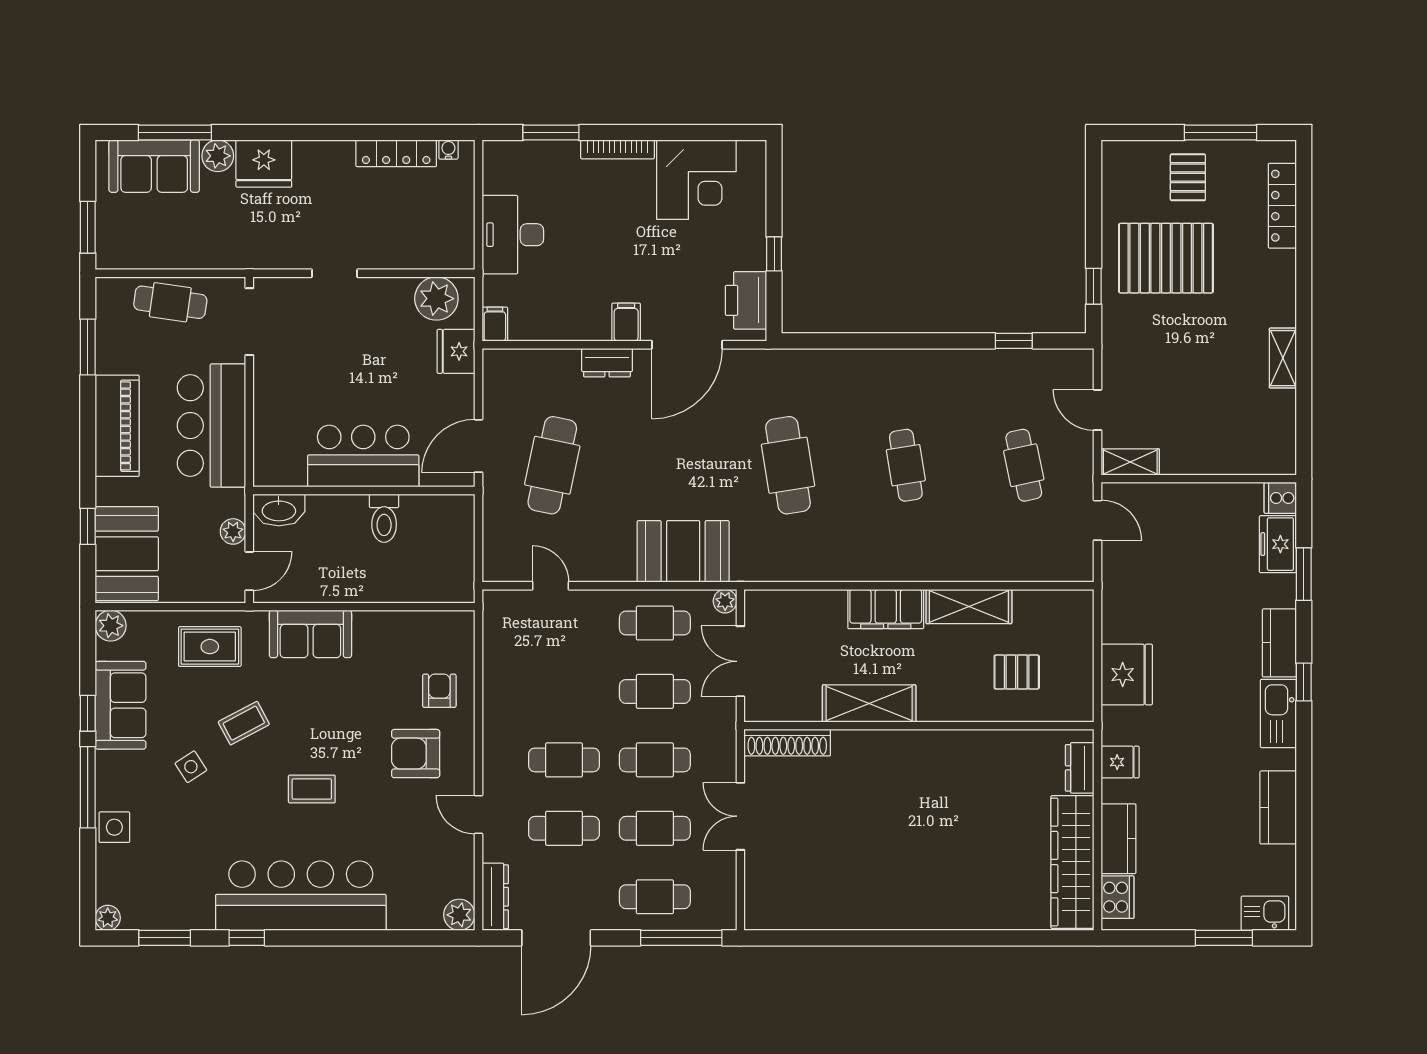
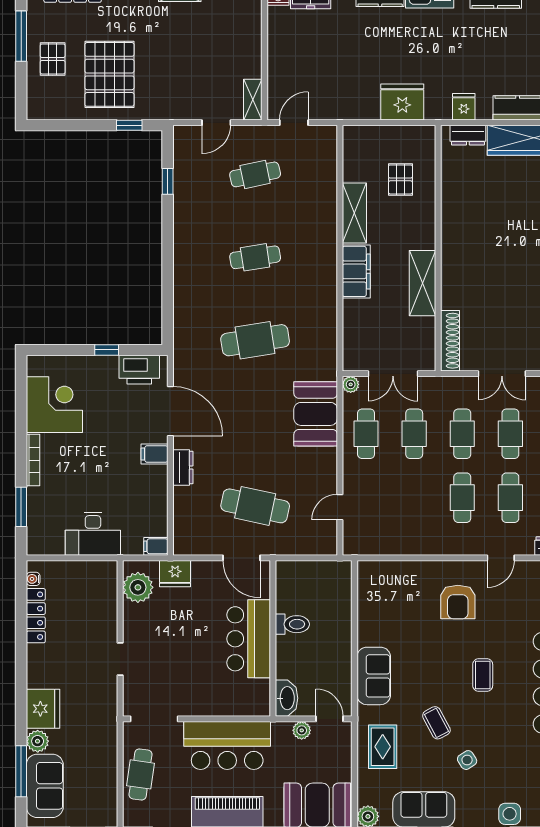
pallet: (1188, 177) -> (53, 59), turned 90
armchair: (439, 691) -> (414, 585), removed

